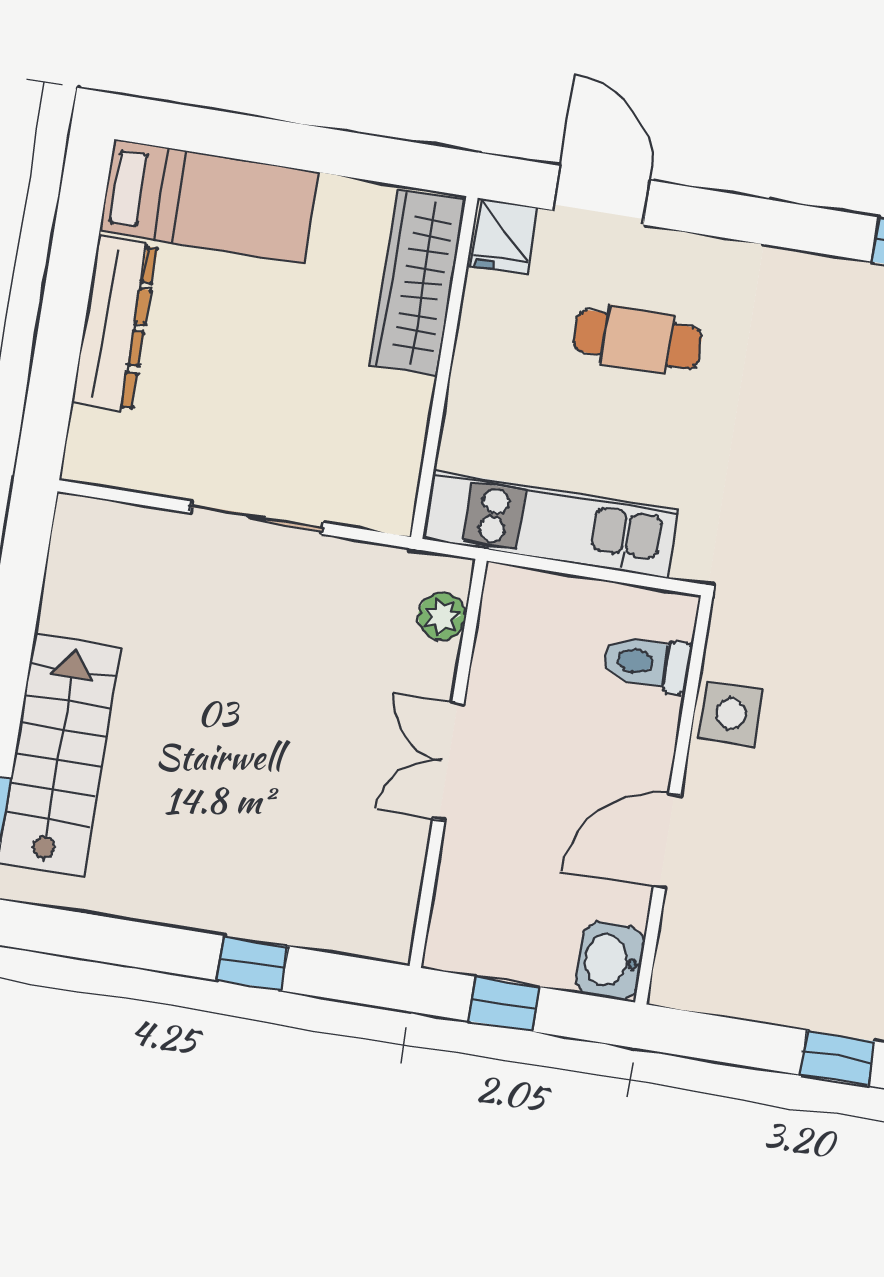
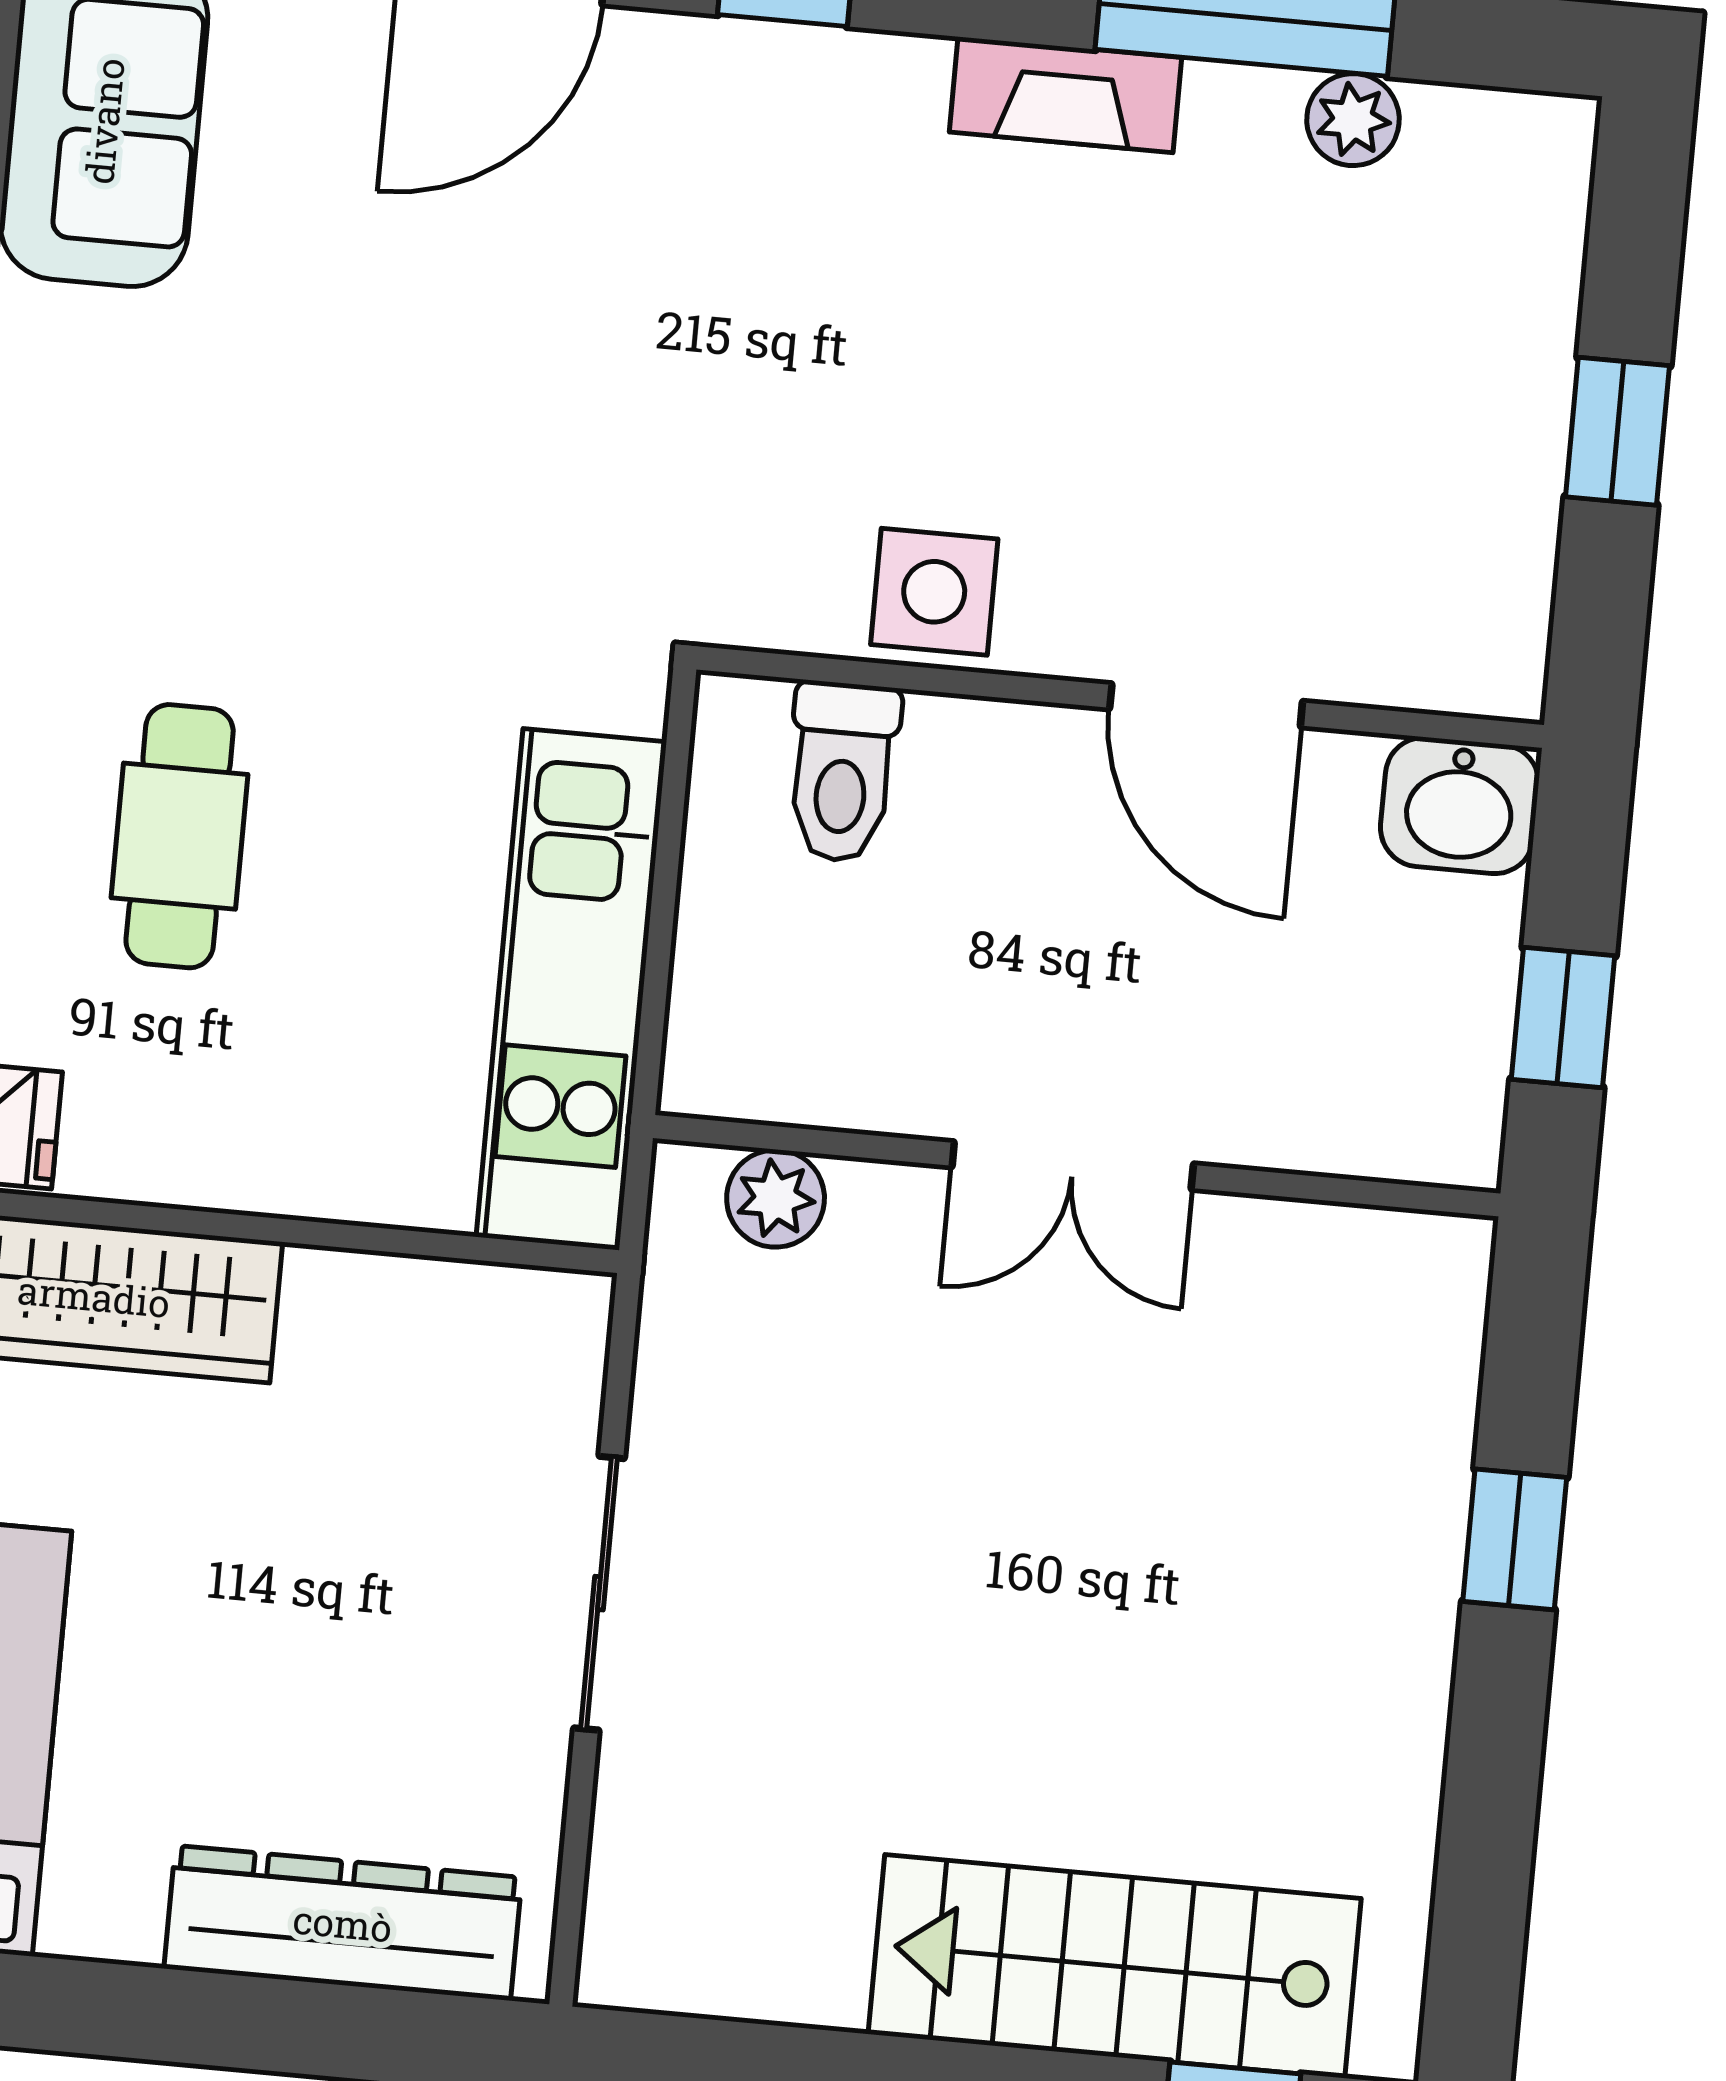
dresser: (115, 324) -> (343, 1923), moved
window: (837, 1058) -> (1617, 431), moved

